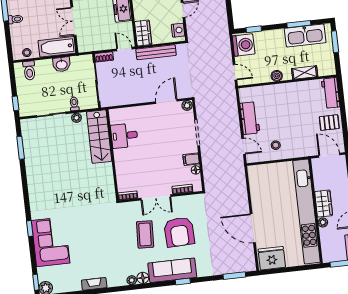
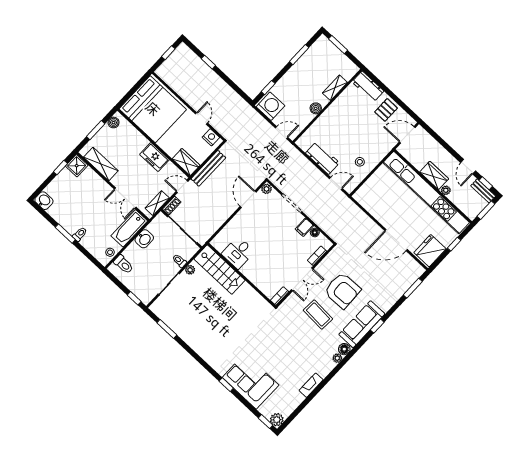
kitchen sink: (305, 35) -> (311, 59), removed
shelving: (95, 46) -> (157, 203), added
window: (294, 269) -> (454, 244), added

